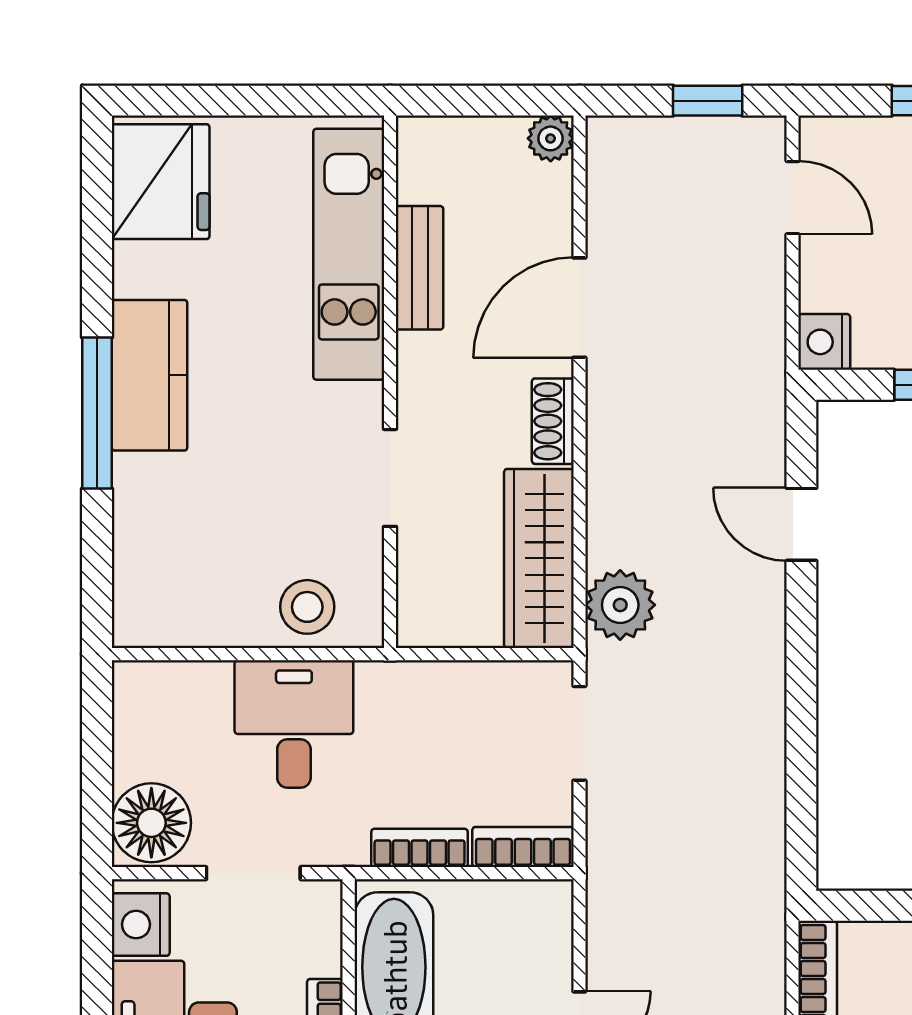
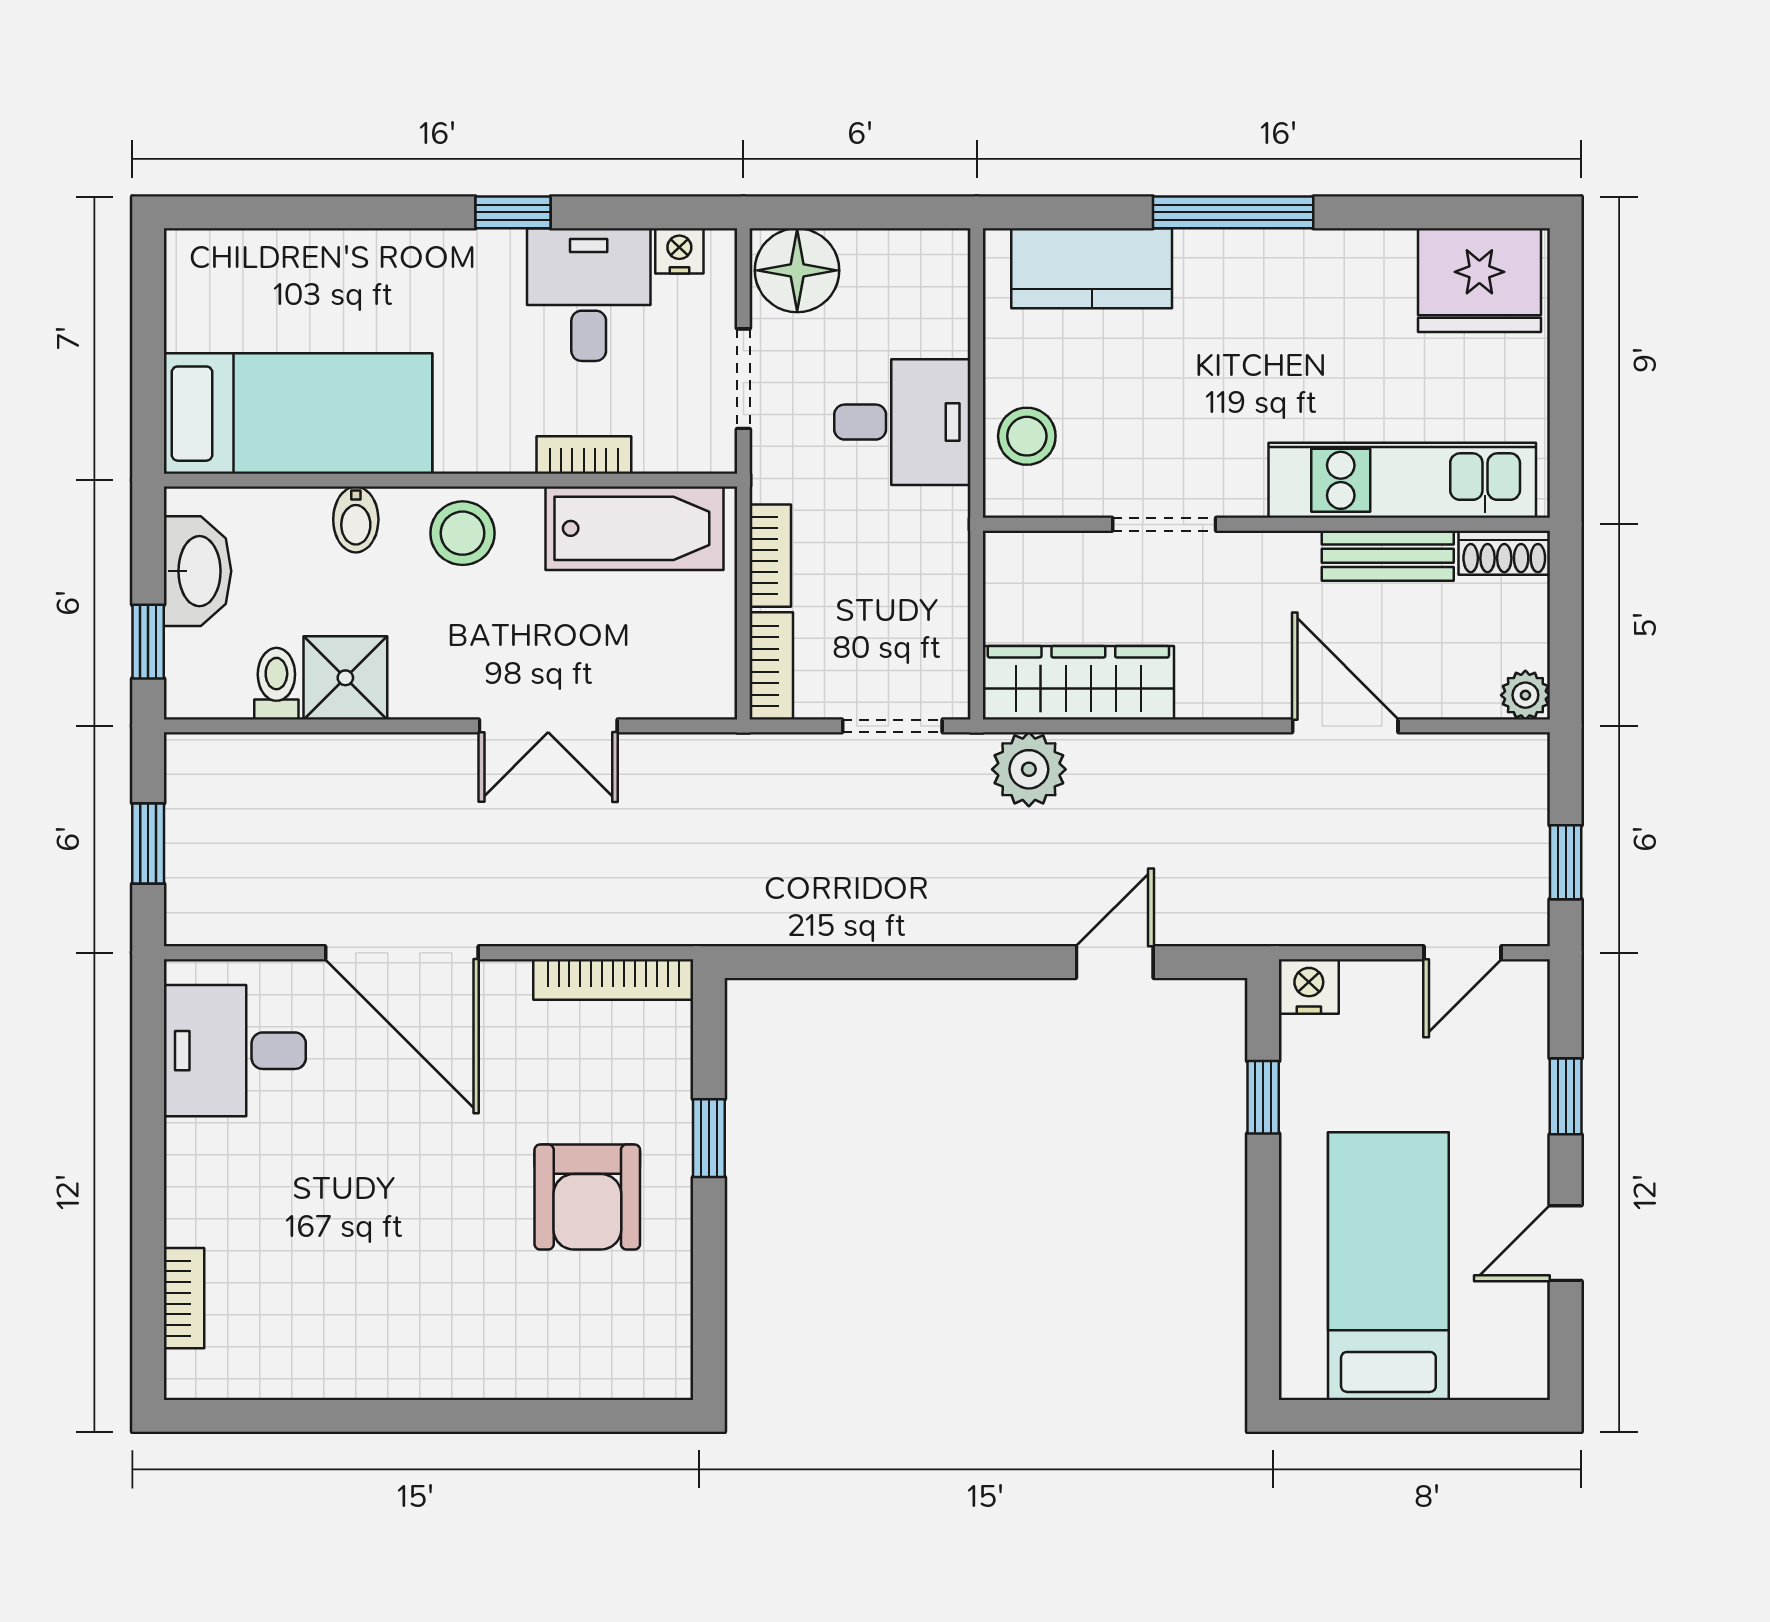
kitchen counter: (150, 375) -> (1092, 268), moved
shoe rack: (553, 421) -> (1504, 553), moved, turned 180
nightstand: (141, 925) -> (679, 251), width x0.72, depth x0.74

